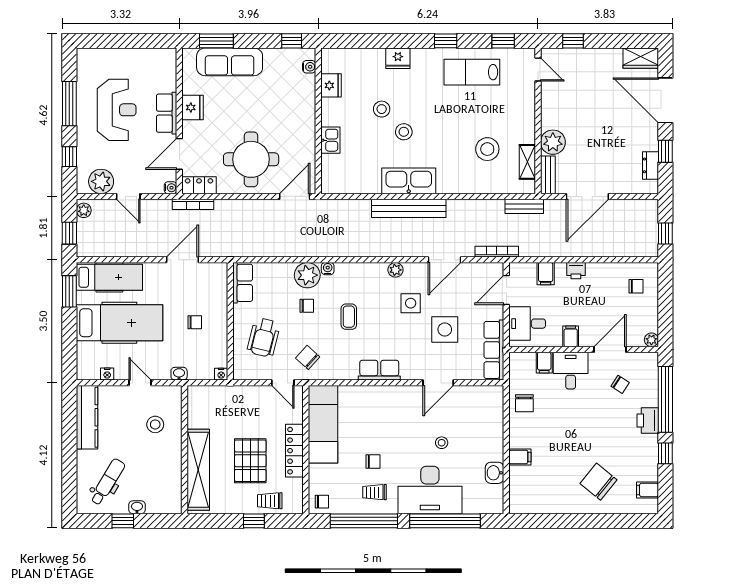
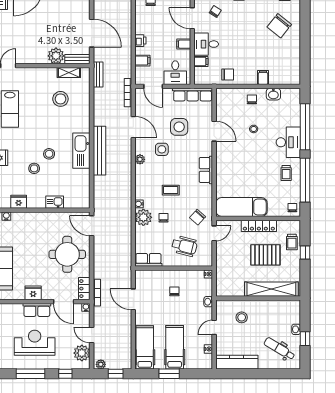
door: (128, 196) -> (92, 335), swing flipped
window: (69, 291) -> (169, 374), moved
hospital bed: (119, 323) -> (175, 347), width x0.73, depth x0.78
chair: (373, 461) -> (252, 99), moved
desk: (430, 490) -> (288, 142), width x0.73, depth x0.77

